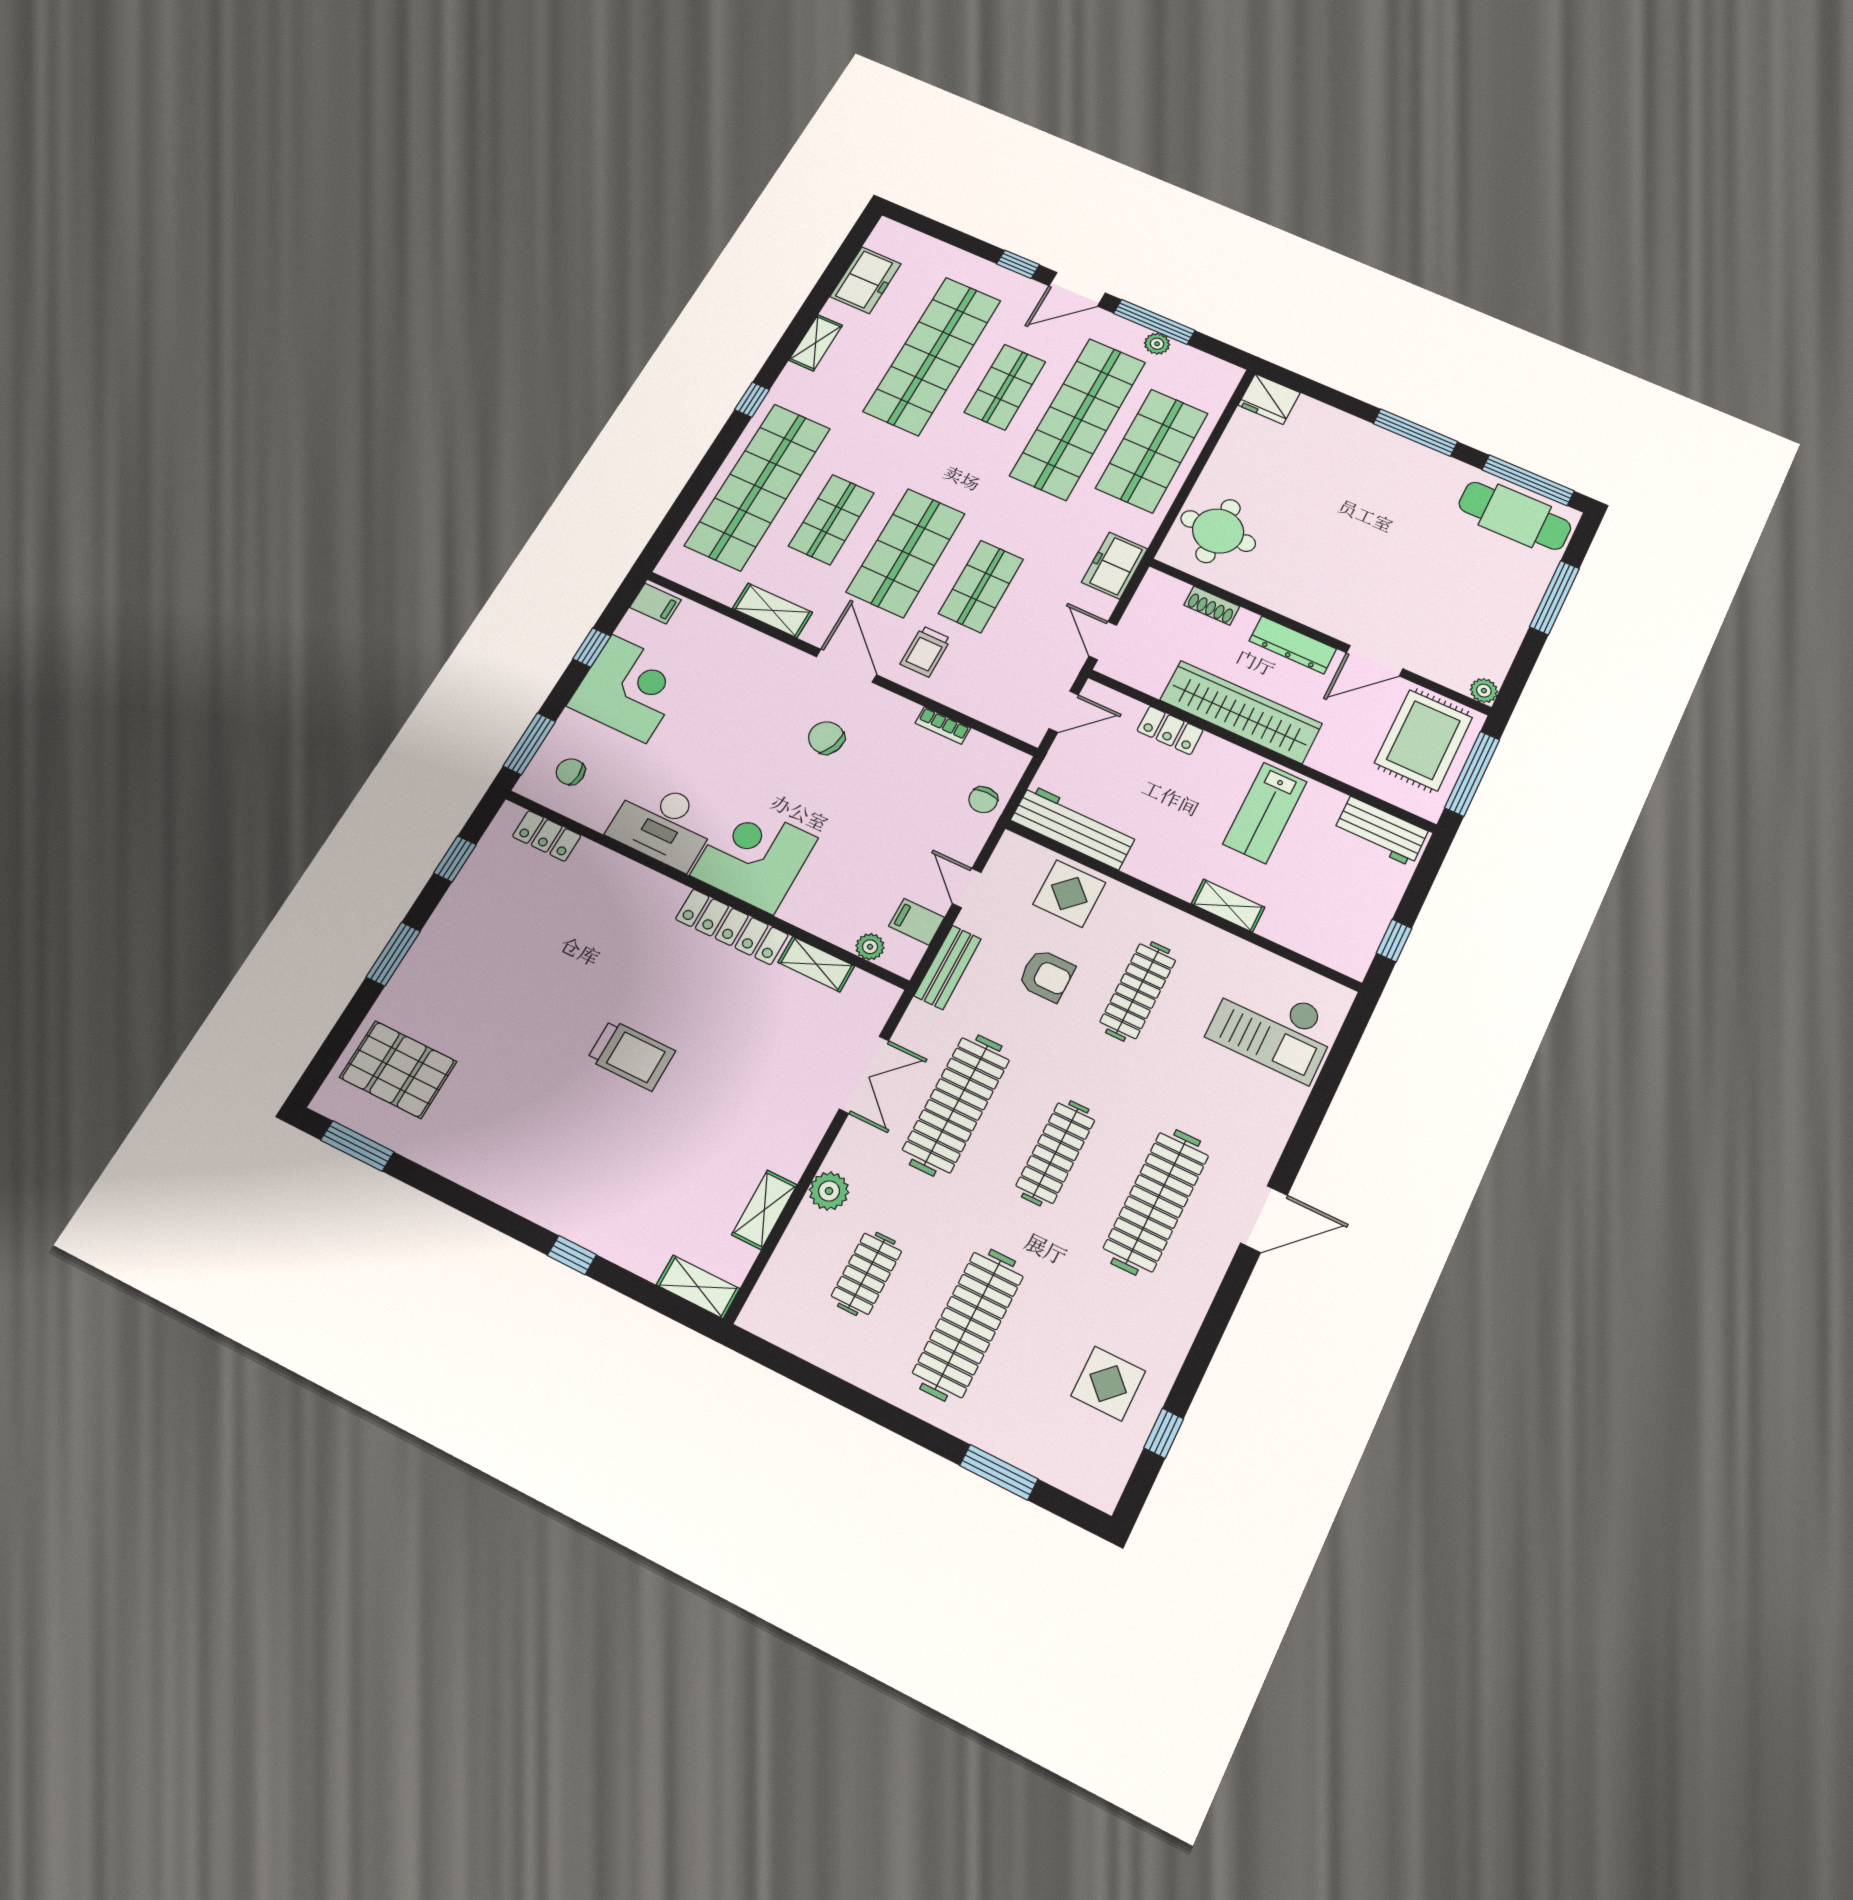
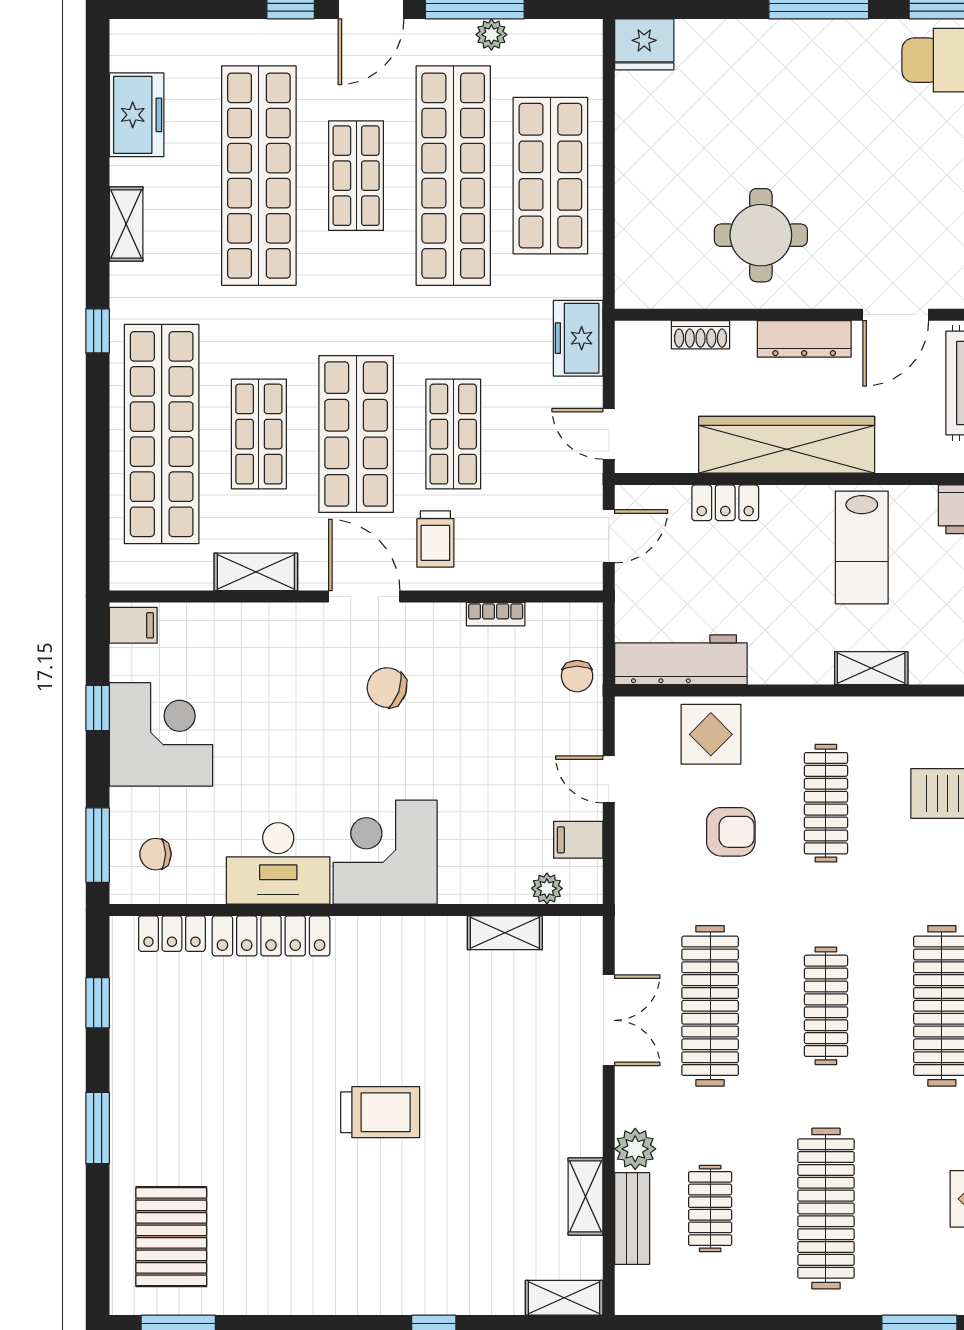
round table: (1218, 531) -> (761, 235), moved
locker: (732, 927) -> (271, 936), moved
bench: (948, 967) -> (632, 1219), moved
pallet: (398, 1070) -> (171, 1237), turned 90

